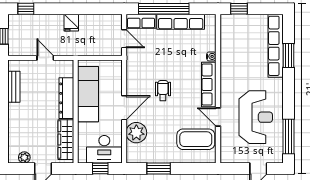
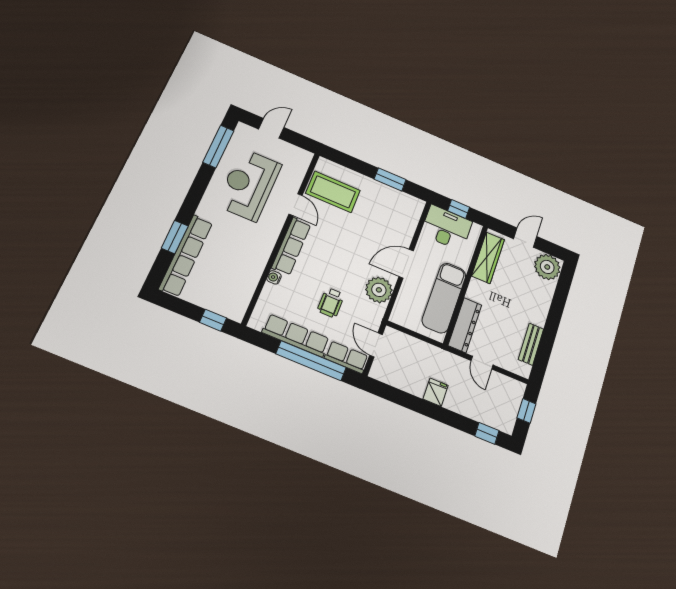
wheelchair: (163, 91) -> (331, 303), moved
dresser: (66, 98) -> (465, 325), moved
plant: (136, 133) -> (379, 290), moved
plant: (24, 157) -> (547, 267), width x1.87, depth x1.87

